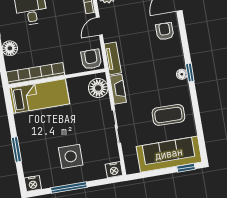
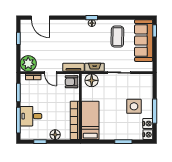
armchair: (165, 31) -> (61, 30), removed
nightstand: (114, 170) -> (148, 124), moved

